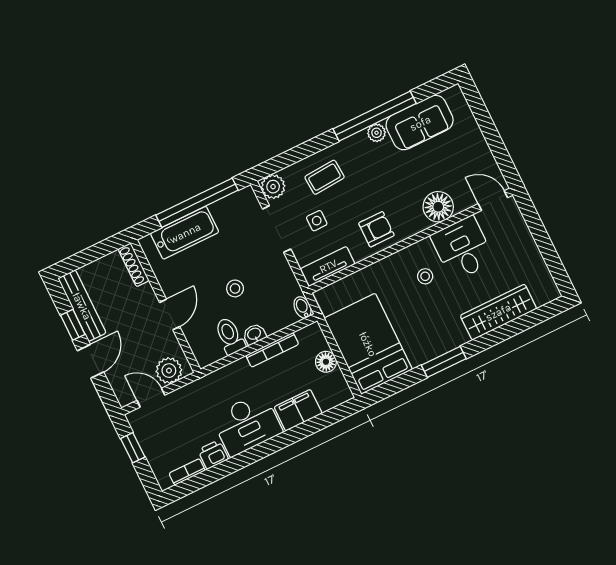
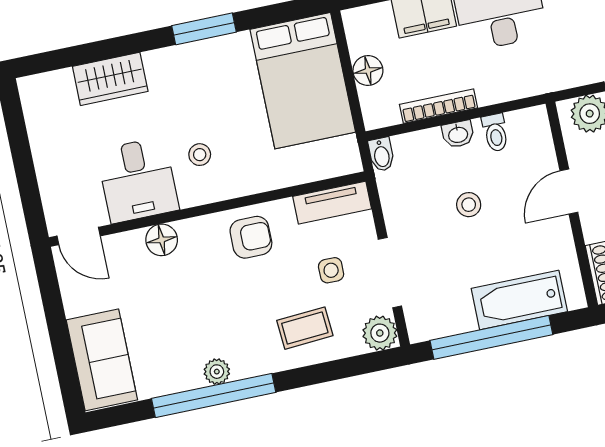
sofa: (420, 123) -> (102, 360), moved, turned 90
floor lamp: (438, 207) -> (162, 240), width x0.73, depth x0.73
armchair: (376, 229) -> (251, 237), turned 180
wardrobe: (498, 312) -> (110, 79), width x0.67
toilet: (230, 336) -> (495, 133), width x0.73, depth x0.72

